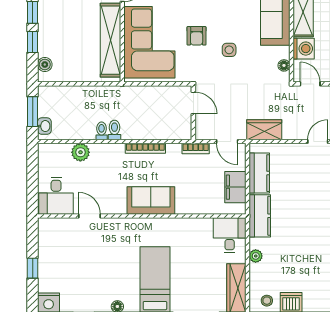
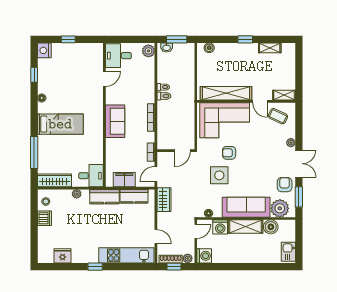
window: (33, 42) -> (225, 39), removed
side table: (229, 50) -> (219, 175), width x1.87, depth x1.87
plant: (80, 152) -> (148, 51), moved

